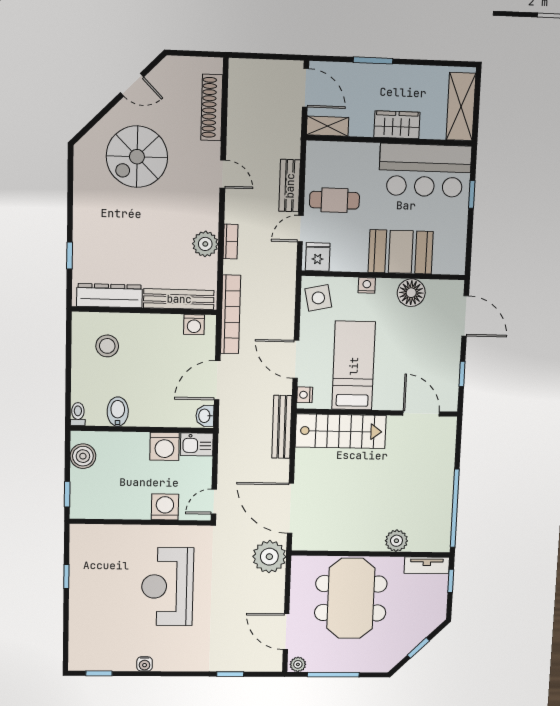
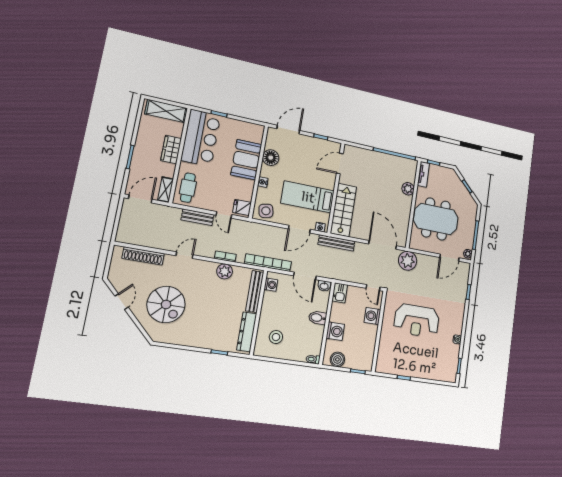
cafe table: (334, 200) -> (188, 188), moved
bidet: (118, 412) -> (318, 318), moved
washing machine: (164, 446) -> (335, 331), moved
door: (290, 508) -> (383, 245), swing flipped

